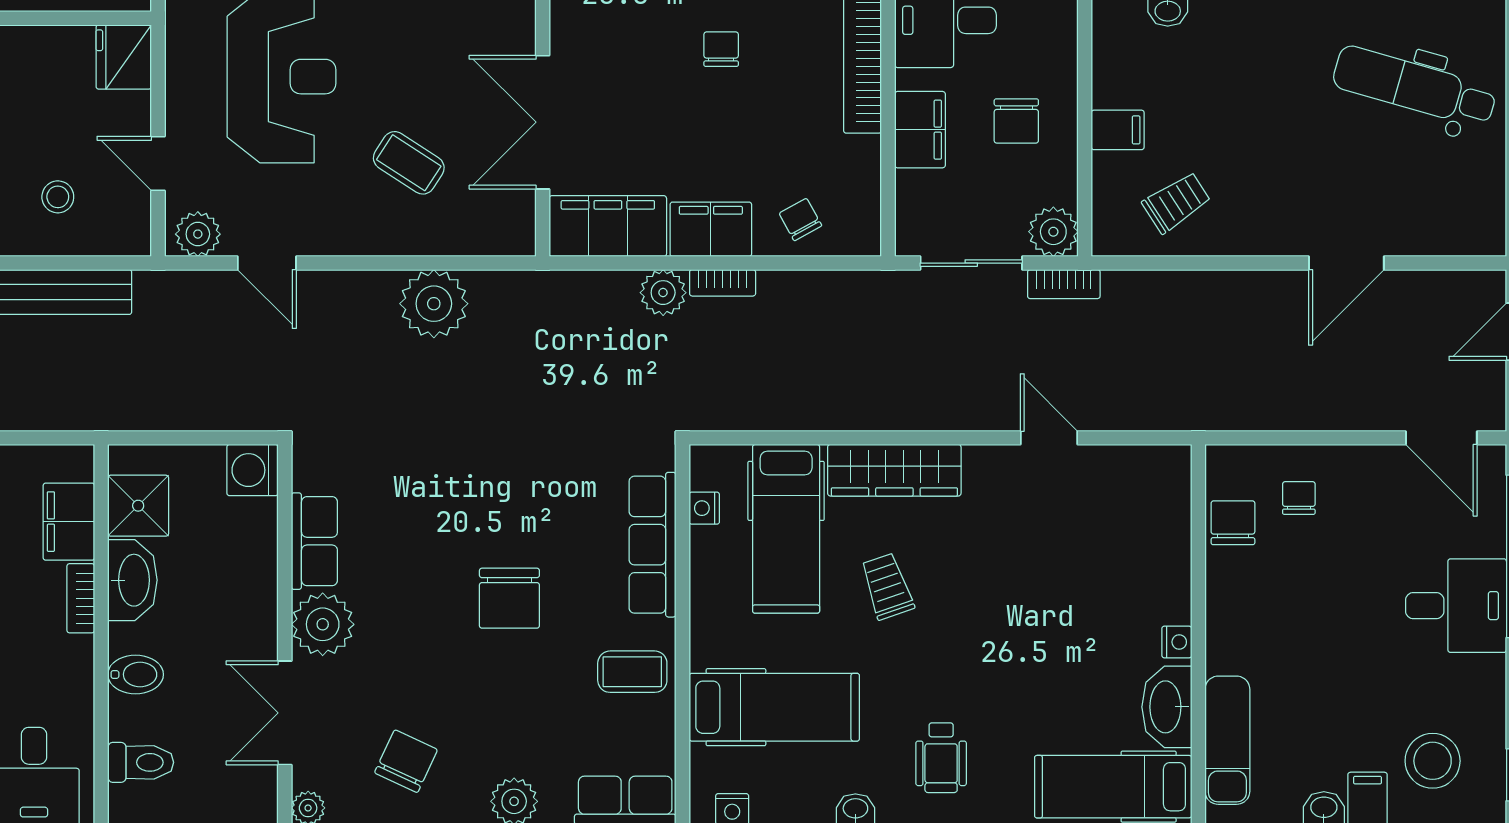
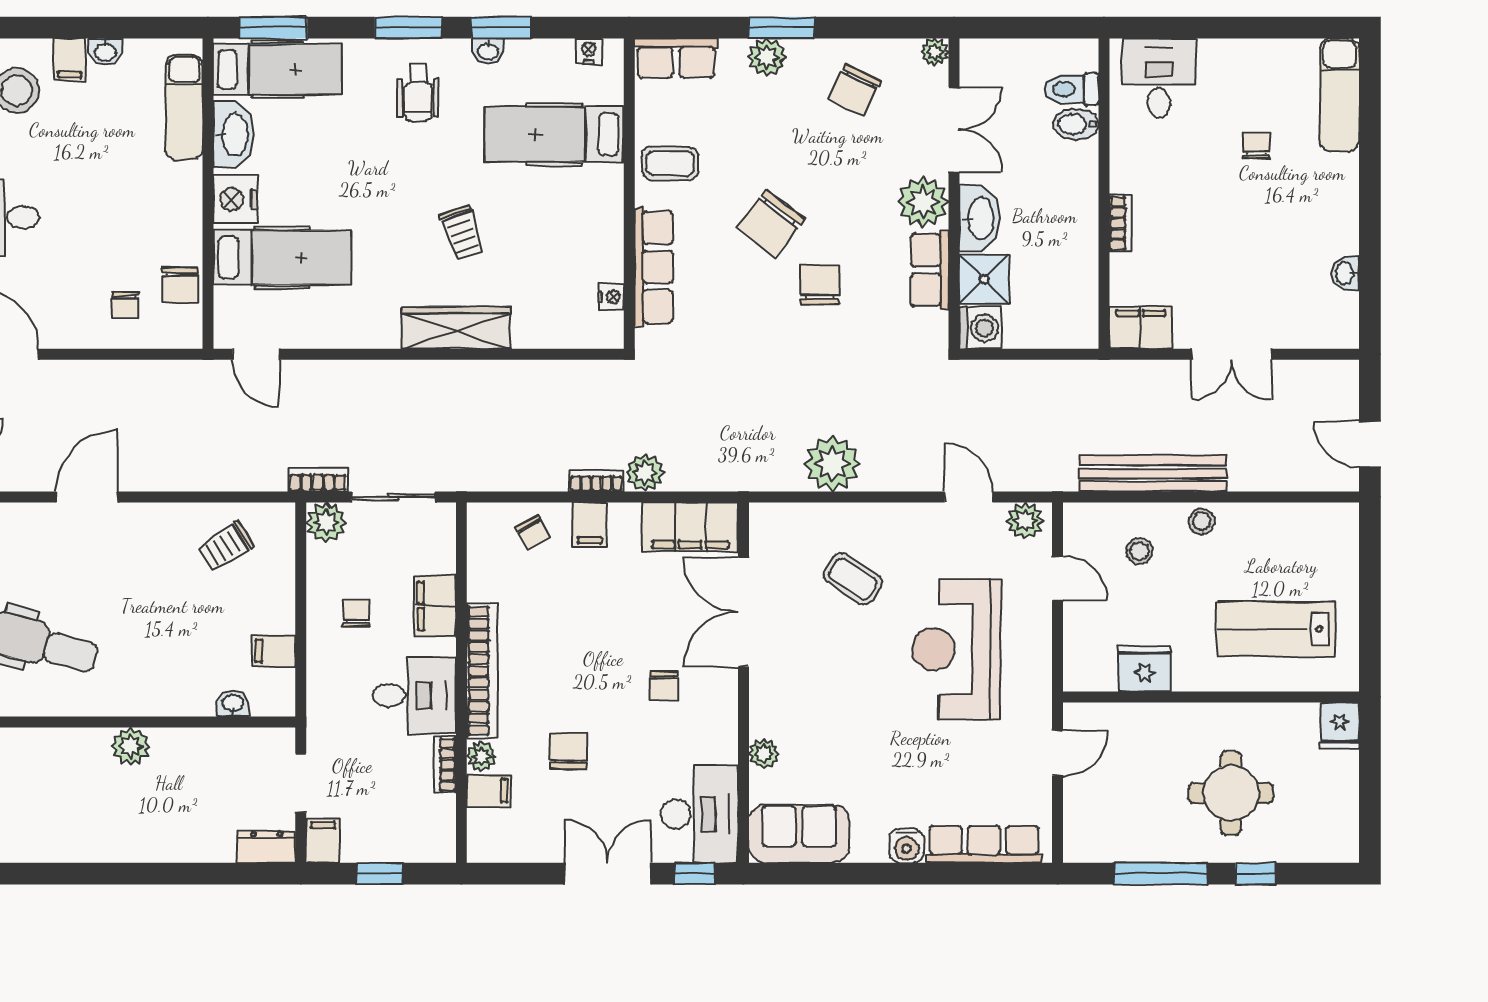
chair: (721, 49) -> (664, 685), moved
fridge: (124, 57) -> (1145, 669), moved, turned -90
chair: (1016, 121) -> (357, 613), width x0.73, depth x0.73
double door: (543, 122) -> (743, 612), swing flipped
filing cabinet: (1118, 130) -> (274, 651), moved
filing cabinet: (711, 229) -> (589, 525), width x0.50
door: (1049, 438) -> (256, 354), moved
shower: (138, 506) -> (984, 279), moved
filing cabinet: (69, 522) -> (1141, 328), moved, turned -90
chair: (449, 522) -> (820, 285), added
hospital bed: (786, 529) -> (282, 258), moved, turned 90
washbasin: (132, 580) -> (980, 218), moved, turned 180
chair: (509, 598) -> (771, 223), turned -142
nightstand: (1177, 642) -> (235, 199), width x1.89, depth x1.79
bidet: (136, 674) -> (1076, 124), moved
wheelchair: (941, 758) -> (418, 93), turned 180

